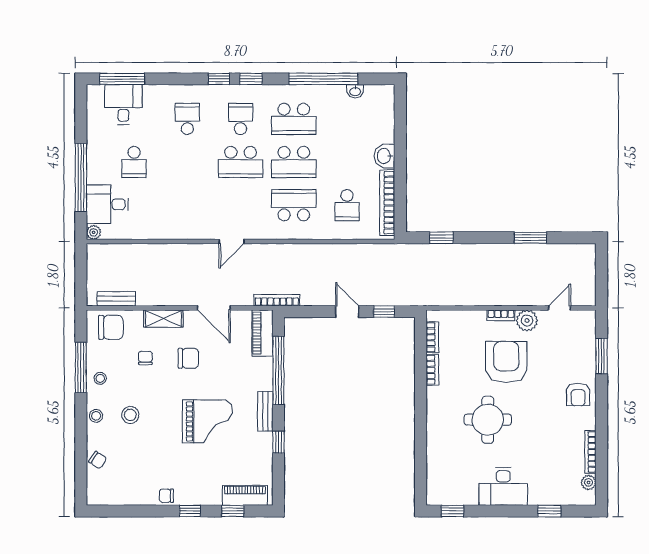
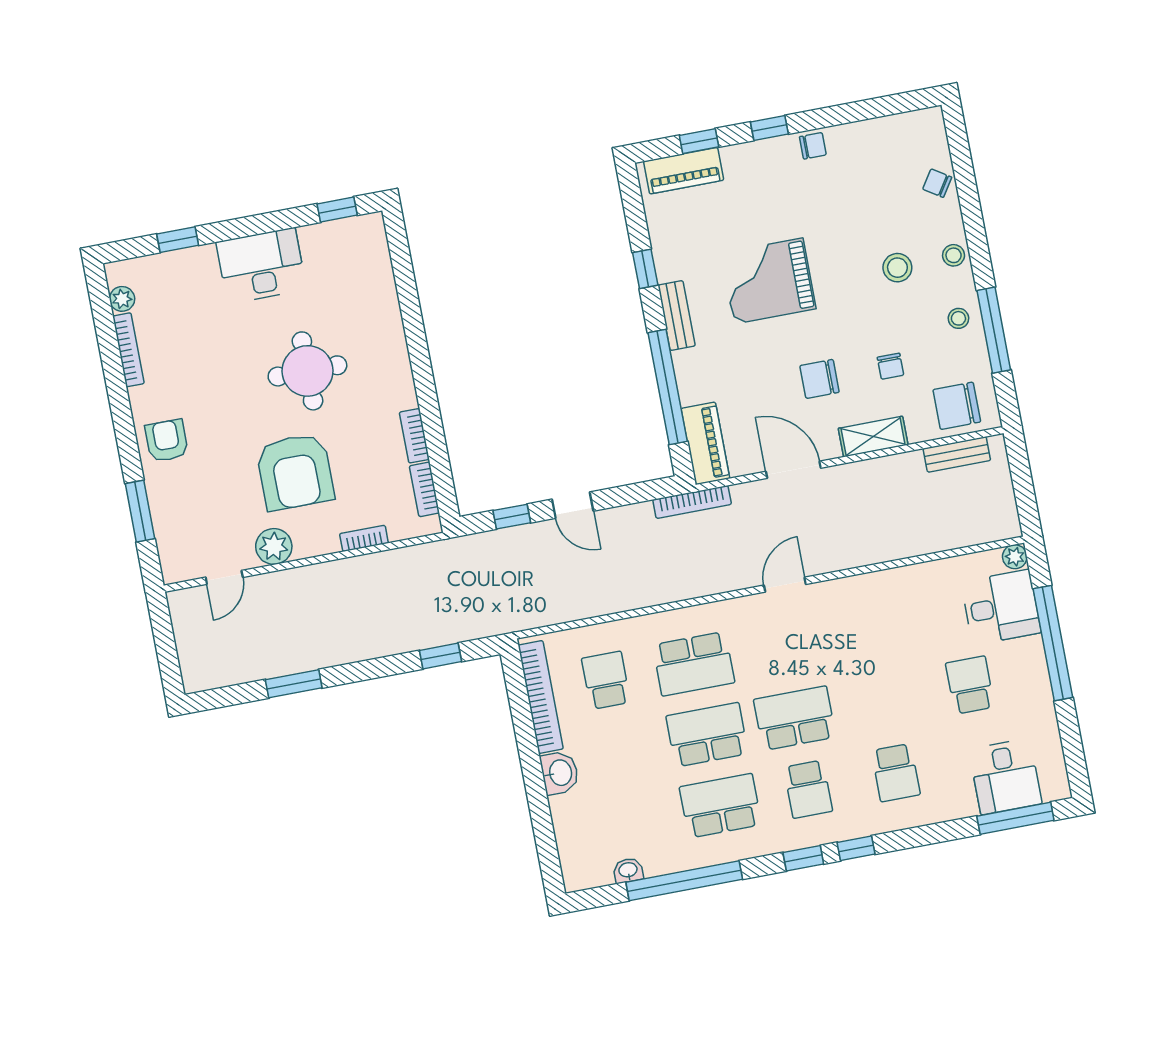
bookcase: (501, 315) -> (364, 538), moved

